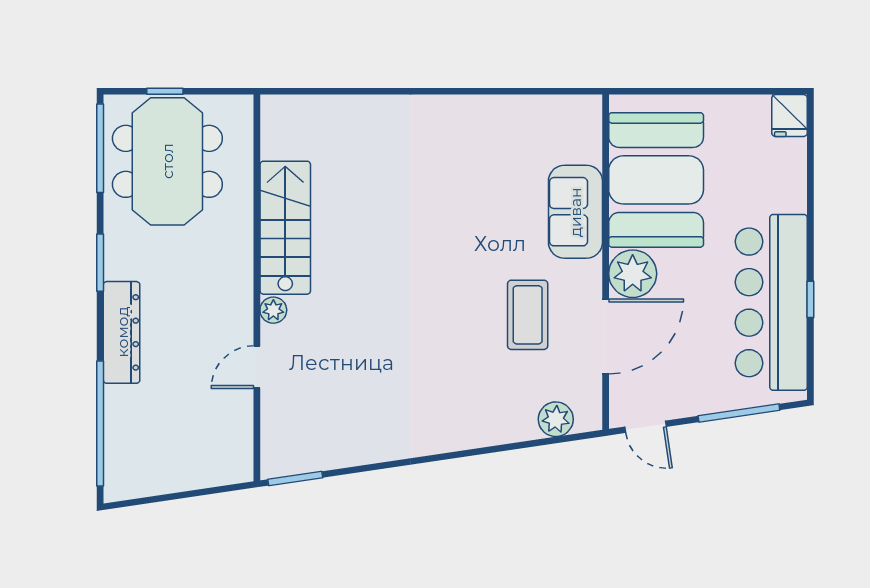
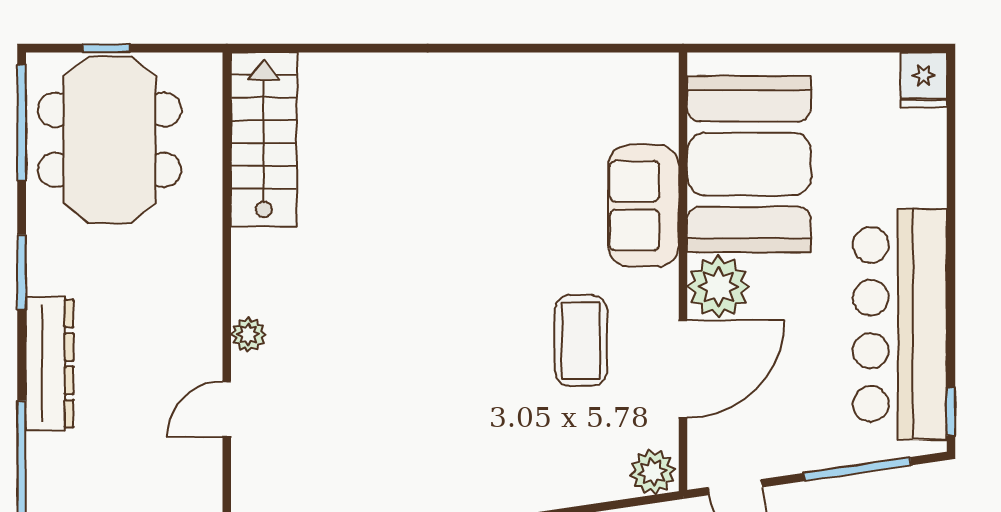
stairs: (285, 228) -> (264, 140), moved
window: (810, 299) -> (951, 412), moved
plant: (556, 419) -> (652, 472), moved

